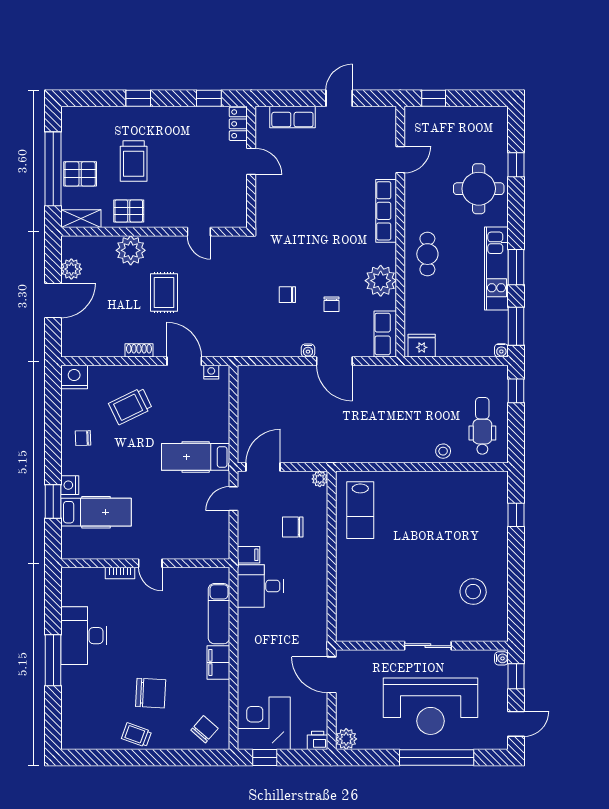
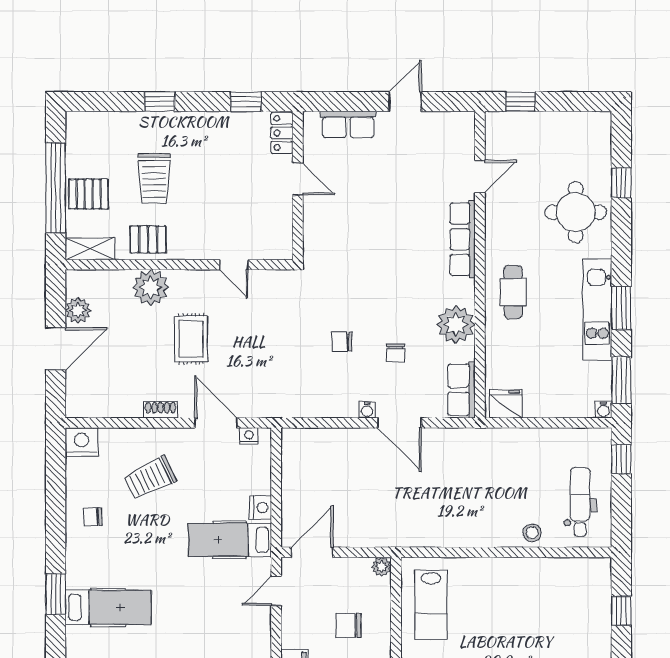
nightstand: (70, 485) -> (261, 508), moved, turned 180

